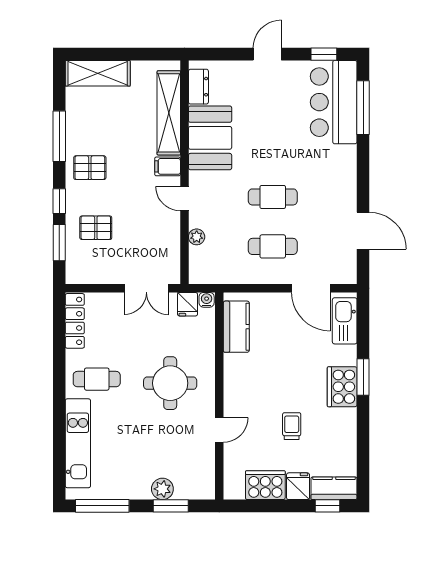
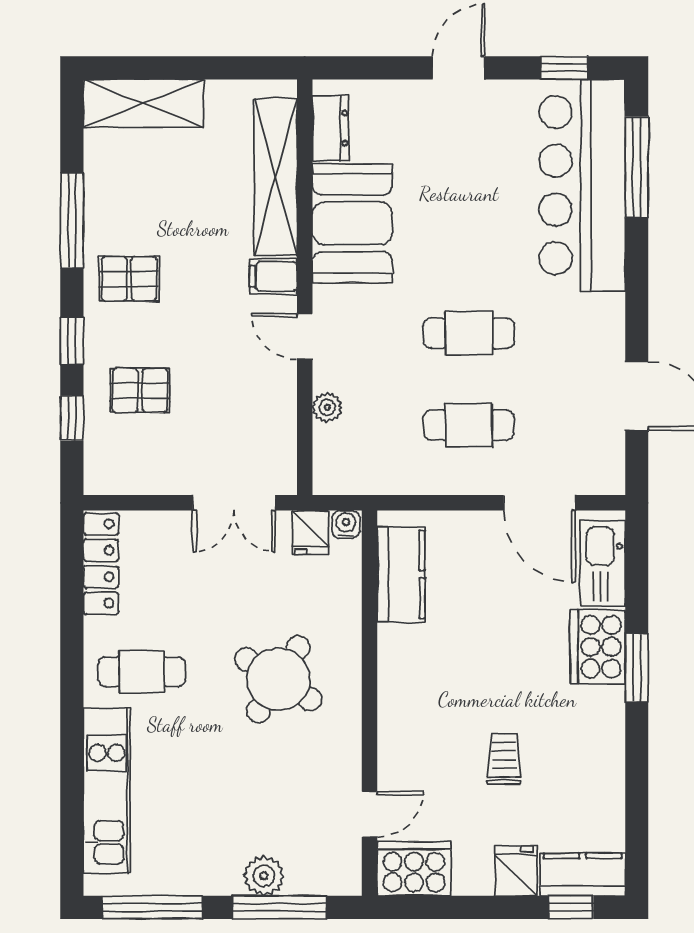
bar counter: (334, 102) -> (582, 185), width x1.36
window: (59, 243) -> (72, 418), width x0.67
round table: (170, 383) -> (278, 679), turned 32
cooker: (342, 387) -> (598, 647), moved
door: (219, 430) -> (370, 814), moved
cooker: (265, 485) -> (414, 869), moved
window: (171, 506) -> (279, 907), width x1.44

